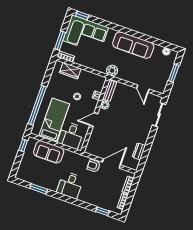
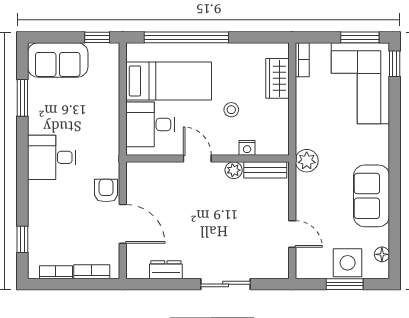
window: (60, 40) -> (360, 37), moved
sofa: (133, 45) -> (372, 196), width x0.73
side table: (165, 68) -> (348, 263), added
door: (143, 89) -> (292, 234), swing flipped
sliding door: (159, 115) -> (226, 284), moved
sofa: (49, 152) -> (58, 60), moved, turned -90

